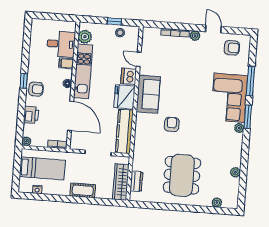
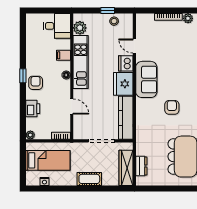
desk: (61, 44) -> (57, 26), moved
armchair: (36, 89) -> (36, 83), turned -90
door: (71, 116) -> (72, 107), width x0.53

